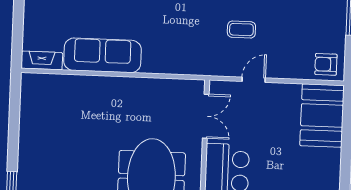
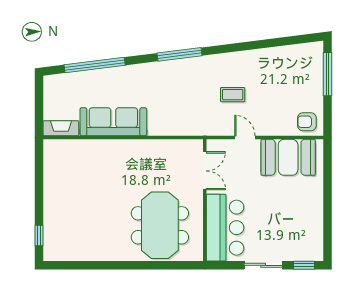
door: (254, 80) -> (245, 138), hinge flipped
booth: (322, 116) -> (288, 157), moved, turned 90

